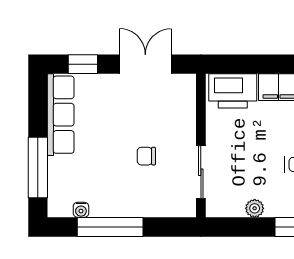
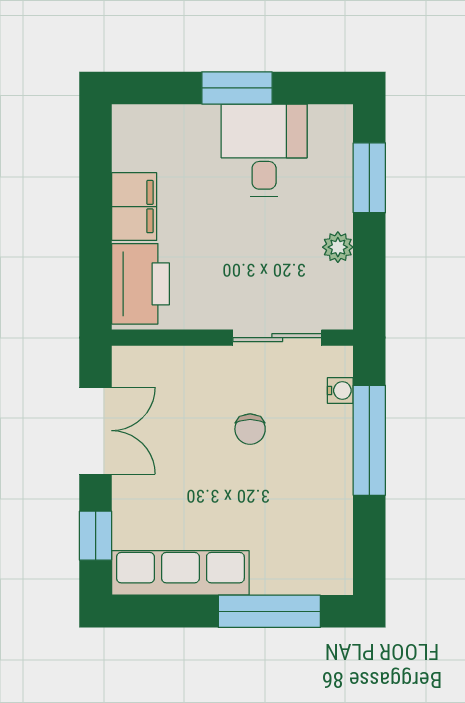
double door: (145, 64) -> (96, 431), swing flipped
water cooler: (81, 210) -> (340, 391), moved
window: (110, 227) -> (369, 440), moved

